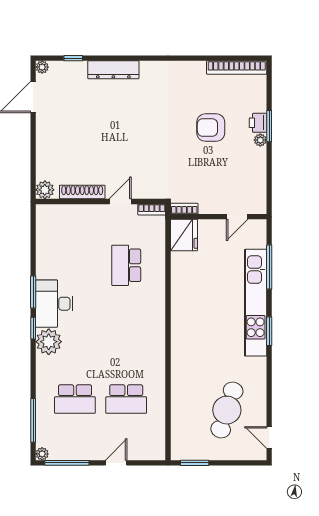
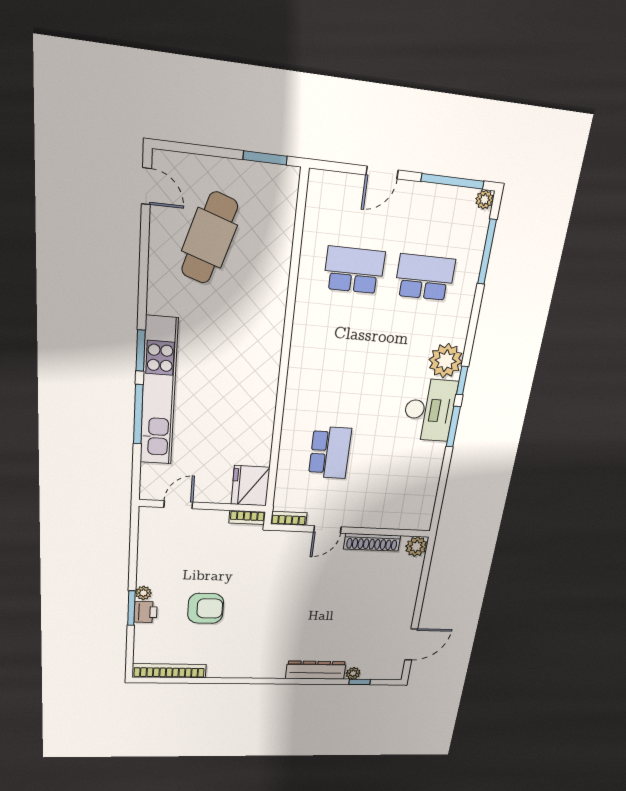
plant: (42, 67) -> (353, 673), moved
window: (269, 267) -> (138, 414), moved

